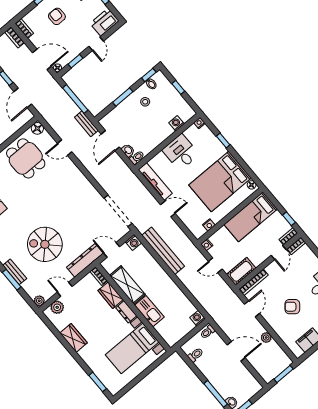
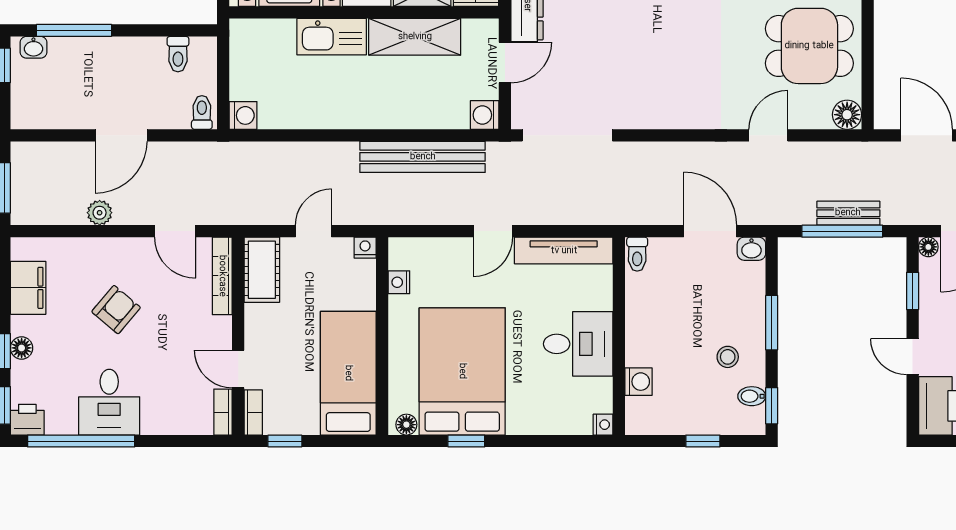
bench: (86, 124) -> (848, 213), moved
window: (223, 141) -> (466, 441), moved
washbasin: (128, 150) -> (751, 249), moved

